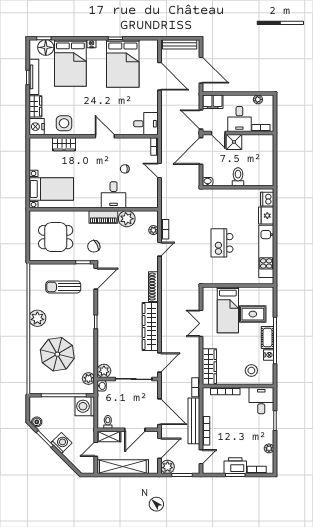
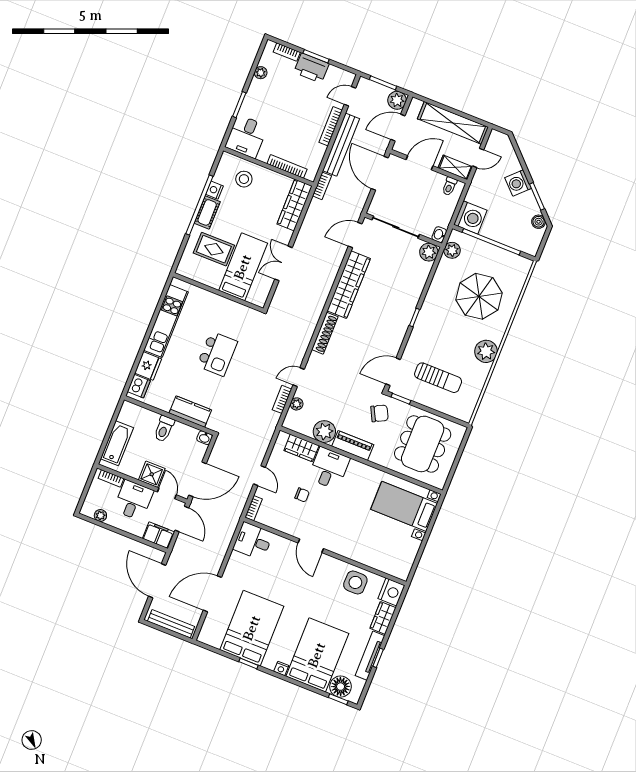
door: (159, 76) -> (212, 594), hinge flipped
wardrobe: (64, 144) -> (301, 448), moved, turned 180
bathtub: (266, 154) -> (117, 443), added
kitchen counter: (225, 196) -> (190, 412), added
dining table: (56, 237) -> (423, 444), width x1.38
double door: (201, 323) -> (283, 263), swing flipped

